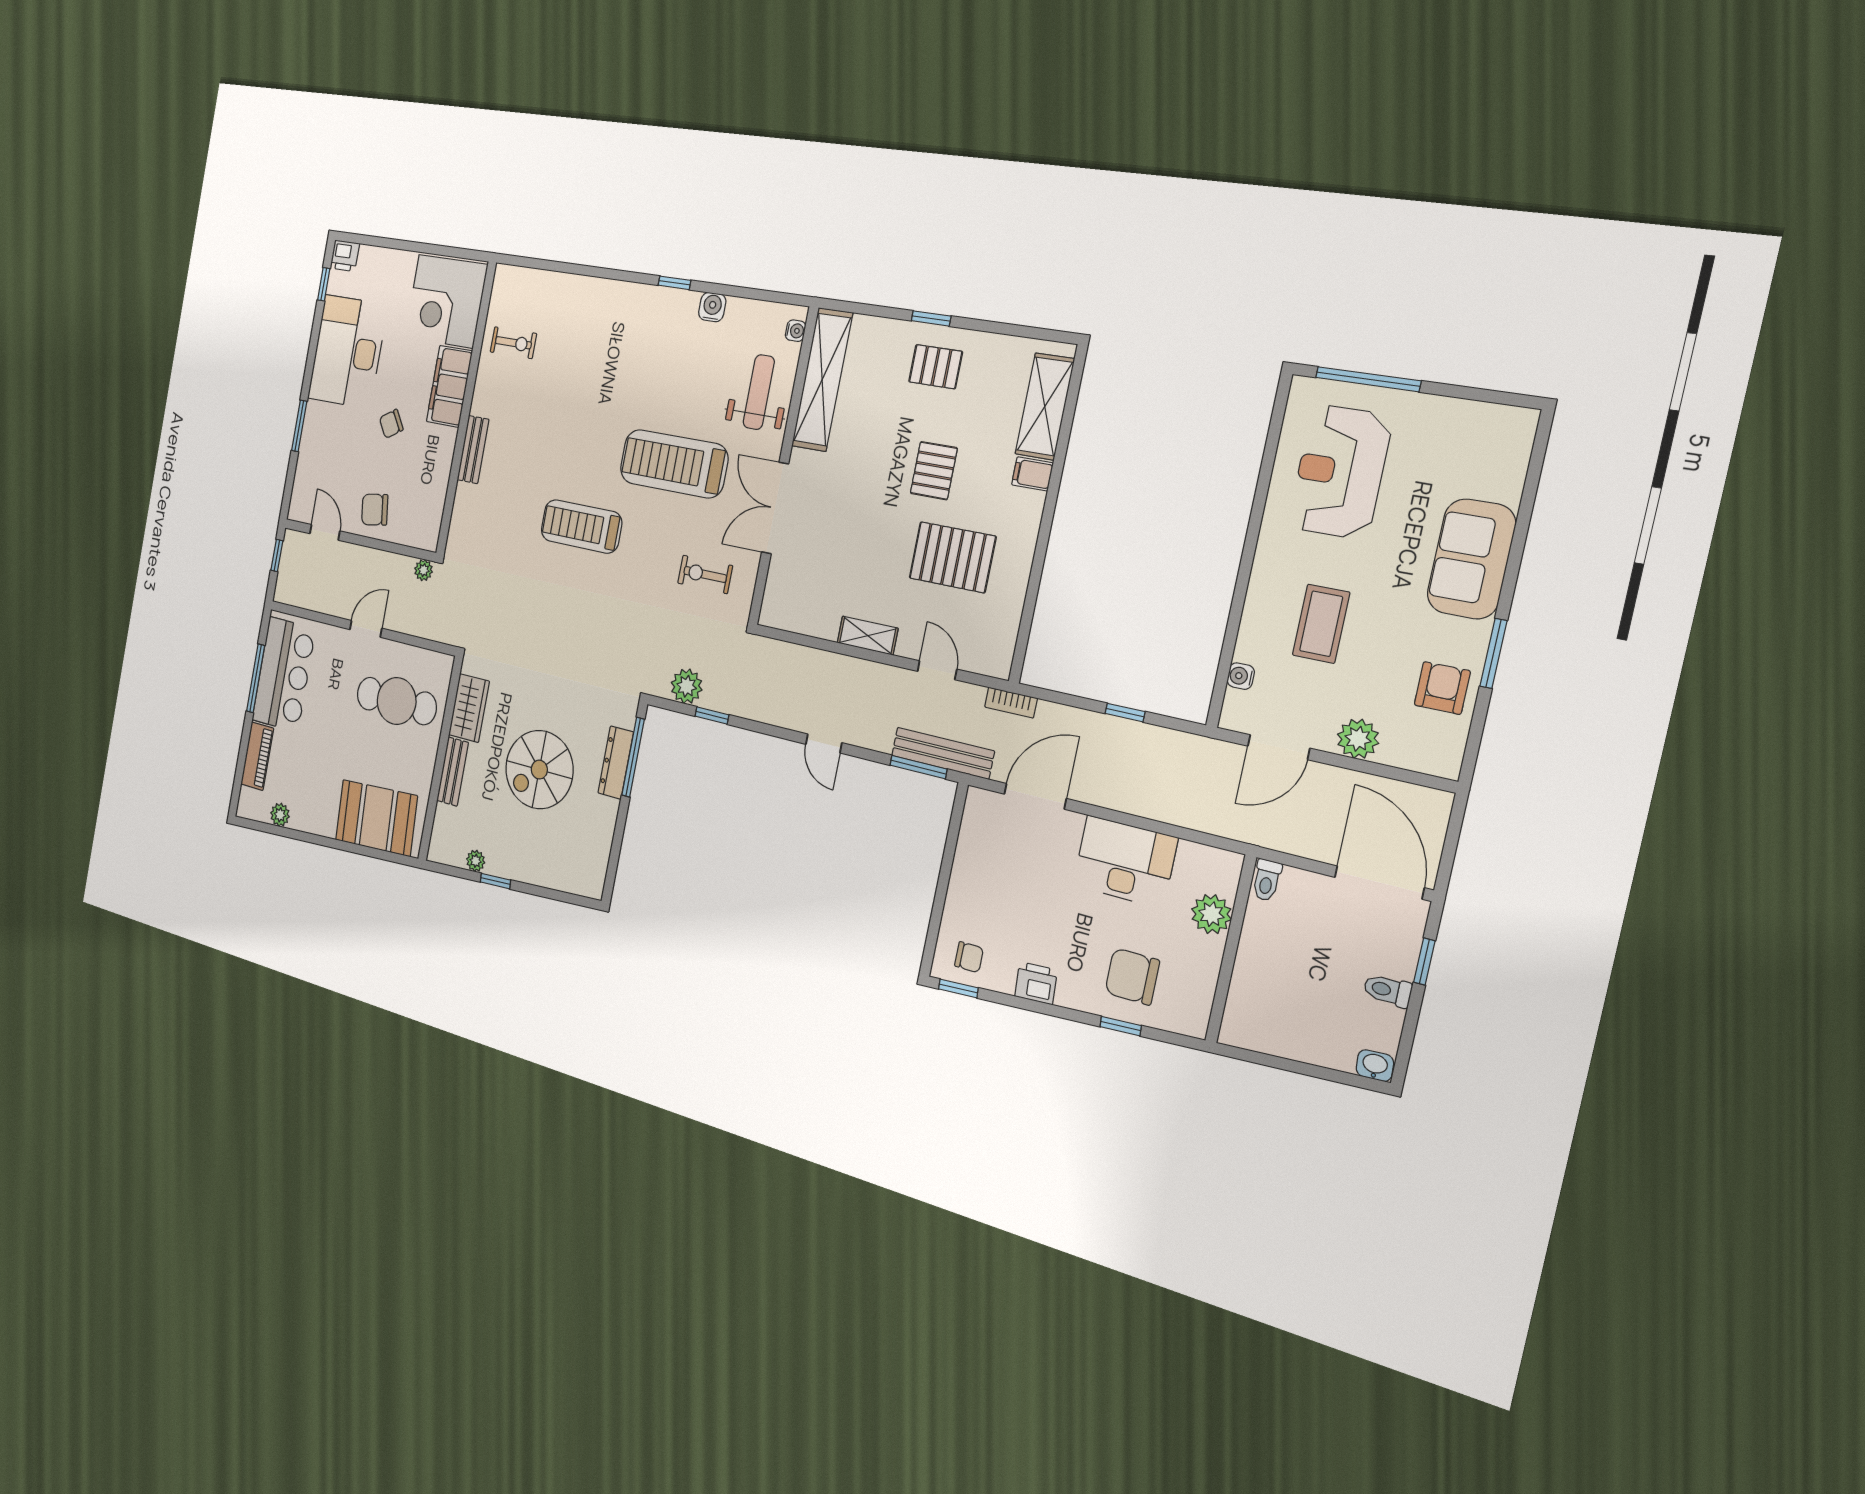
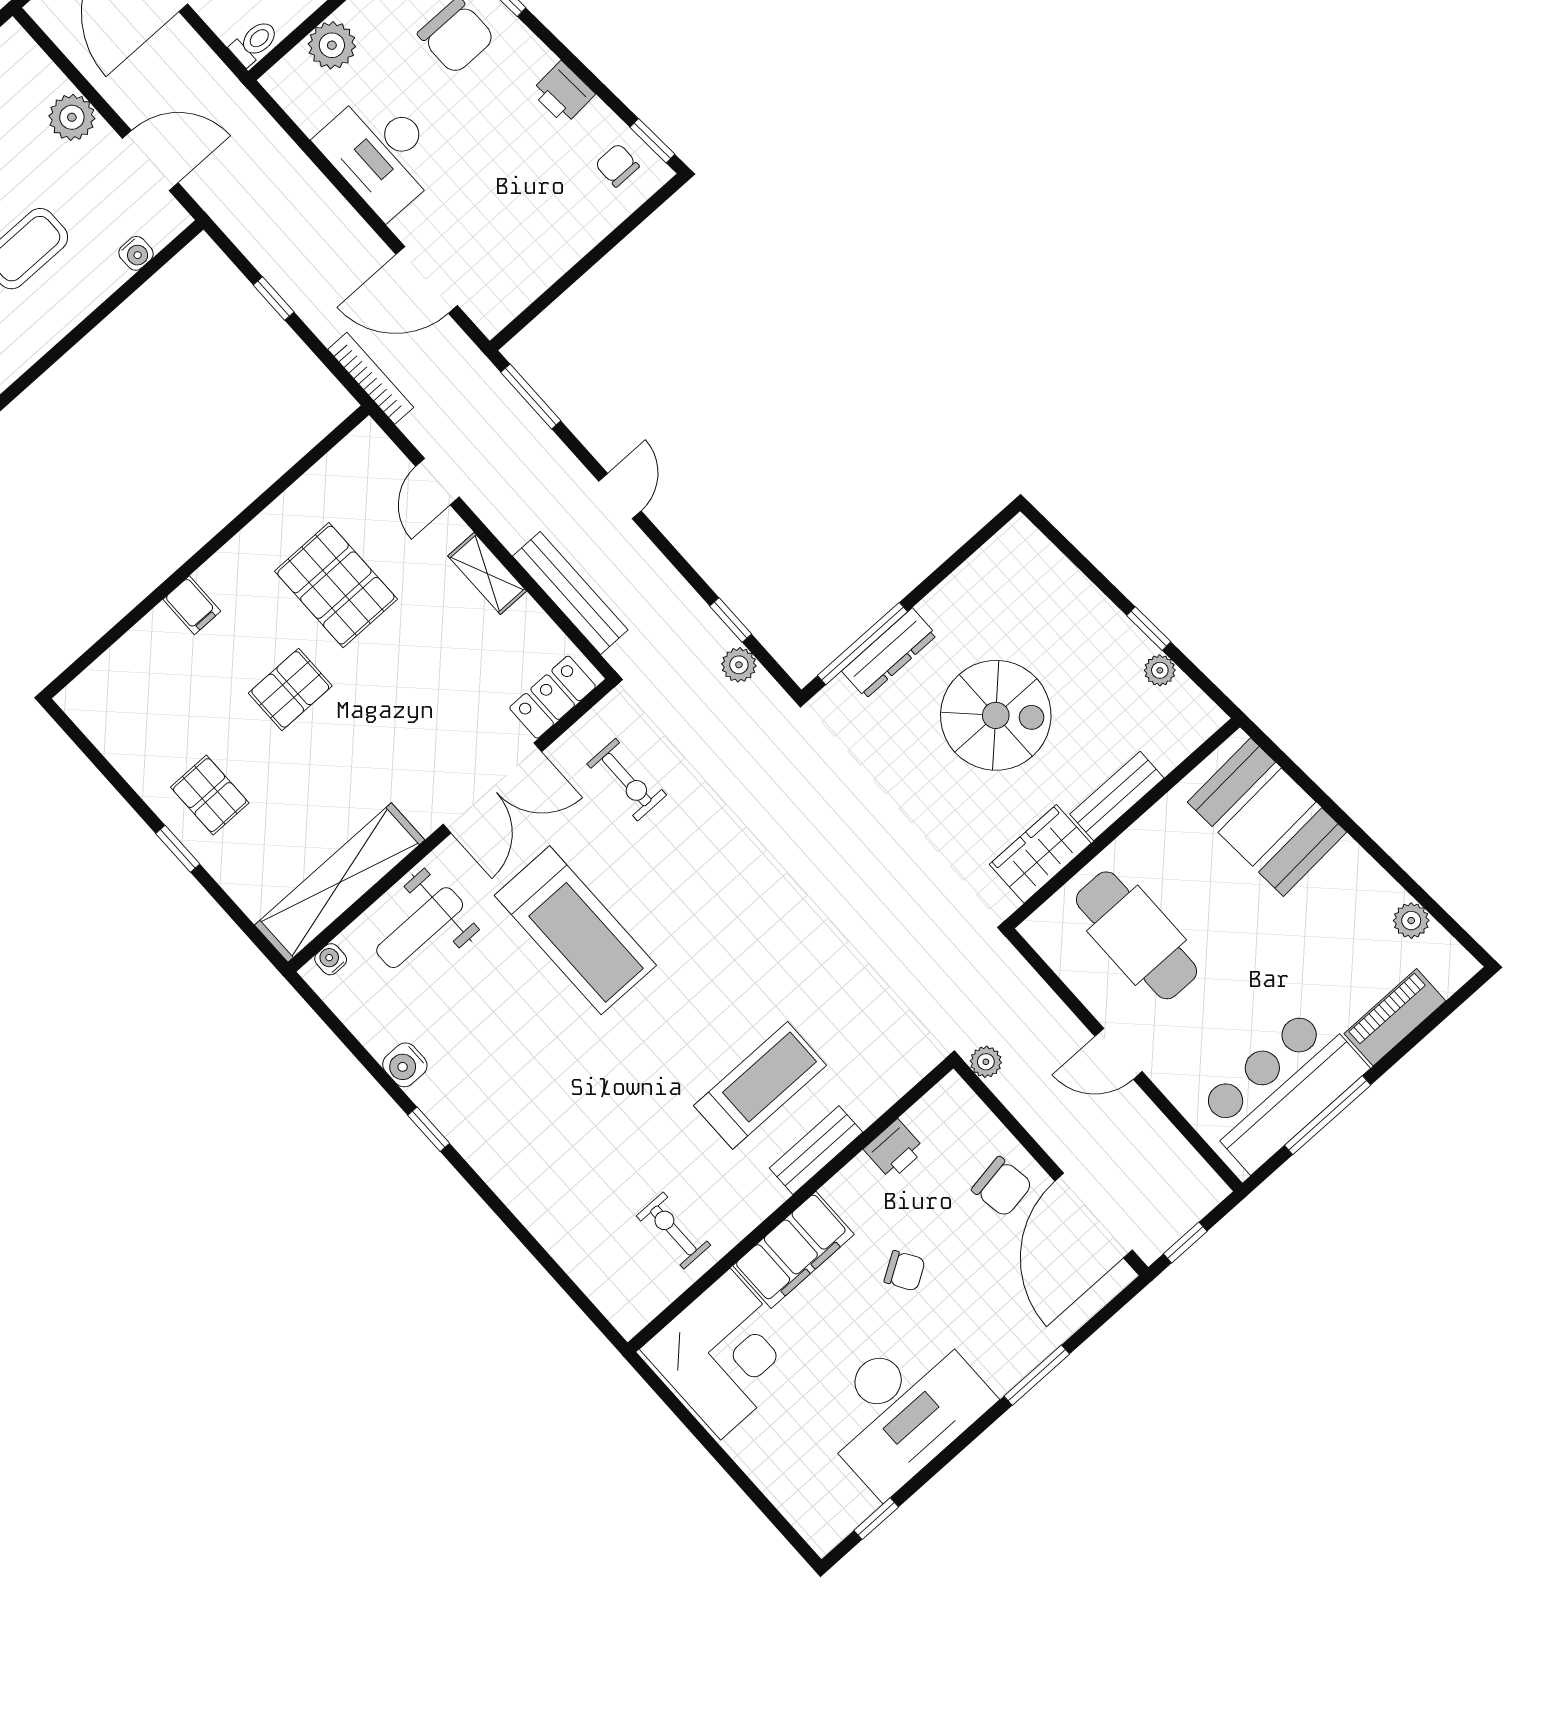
printer: (345, 256) -> (894, 1149), moved, turned 90
shelving: (1045, 406) -> (130, 663), removed
treadmill: (581, 526) -> (760, 1085), moved, turned -90
door: (325, 532) -> (1094, 1216), width x1.87
locker: (779, 590) -> (553, 697), added
plant: (687, 686) -> (739, 665), width x0.73, depth x0.73
bookcase: (1011, 703) -> (371, 378), width x1.56
bench: (943, 753) -> (570, 593), moved

